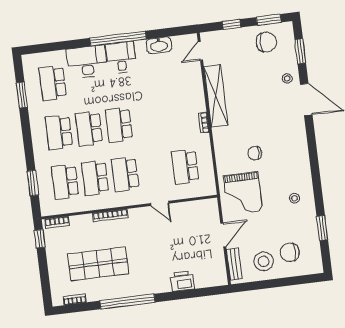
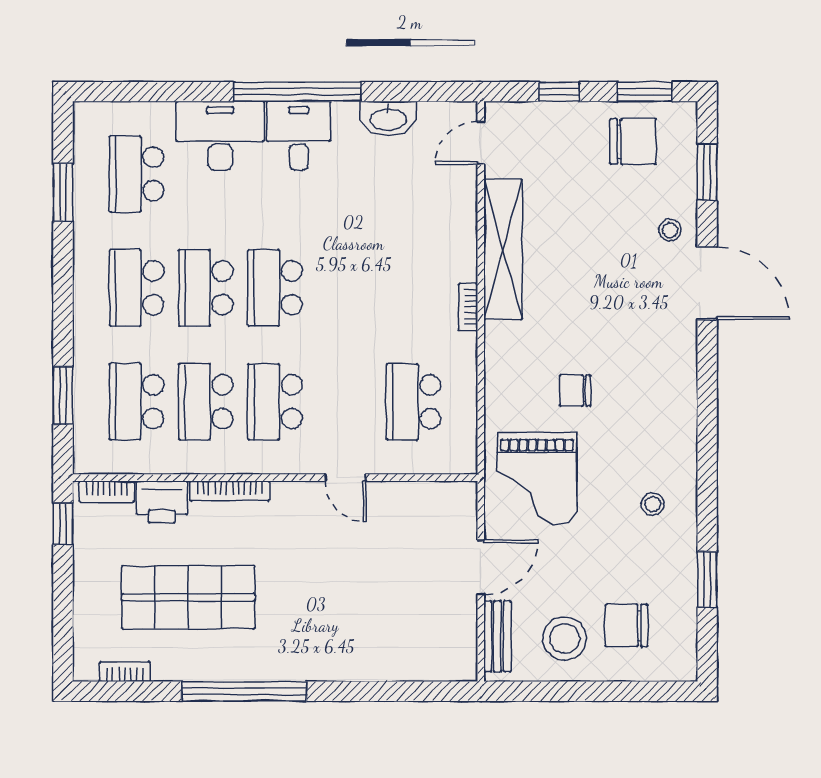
printer: (182, 281) -> (162, 502), moved, turned 180

